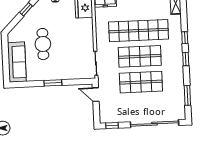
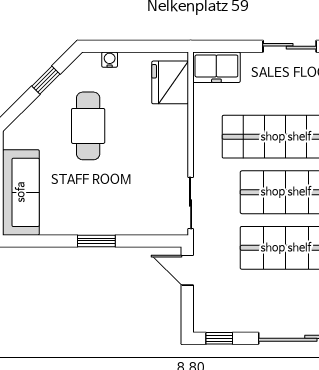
cafe table: (43, 44) -> (88, 126), moved

